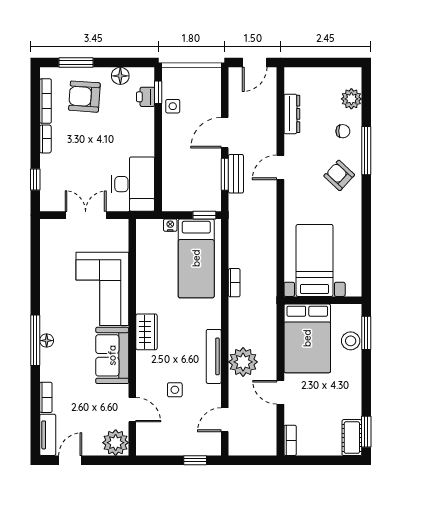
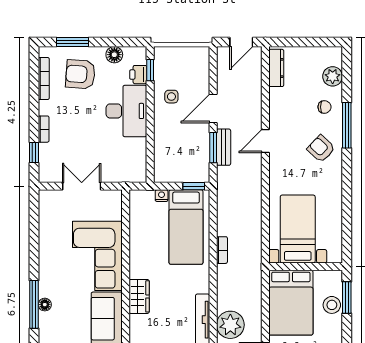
side table: (173, 106) -> (171, 97), moved
dresser: (292, 114) -> (276, 68), moved
bookcase: (45, 139) -> (44, 129), moved
desk: (133, 184) -> (126, 111), moved

